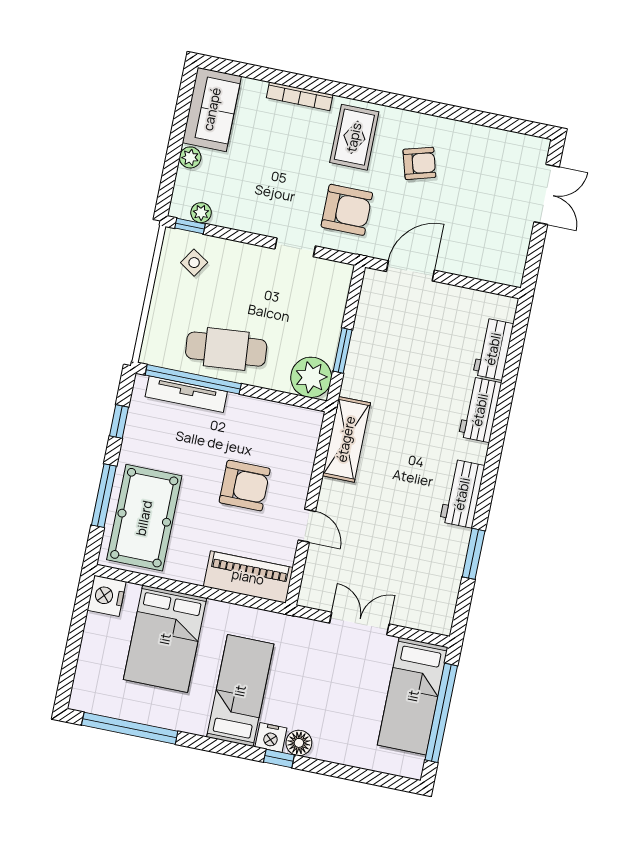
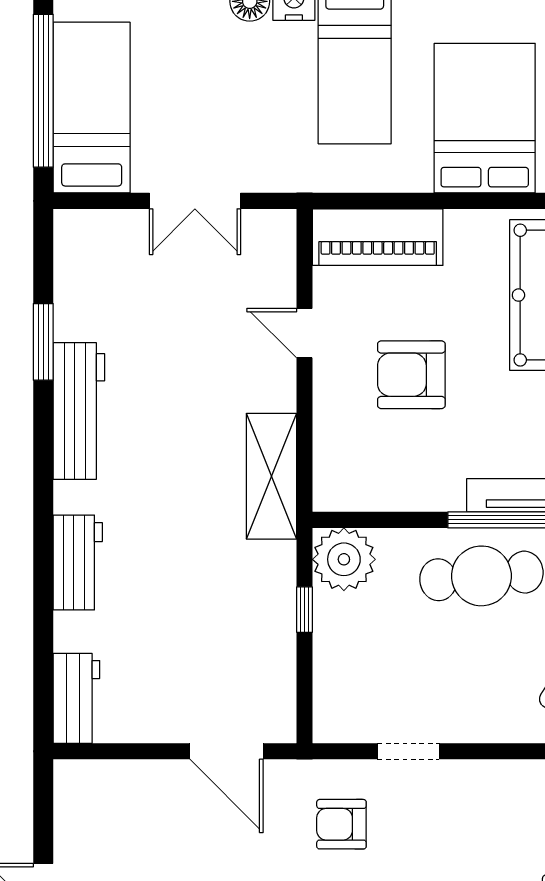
armchair: (347, 210) -> (341, 824), width x0.72, depth x0.72
door: (410, 271) -> (226, 751), hinge flipped
workbench: (493, 349) -> (76, 698), moved
window: (343, 351) -> (305, 610), width x0.67
workbench: (462, 494) -> (79, 411), width x1.38

